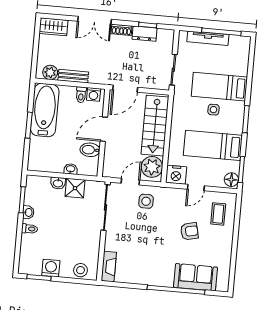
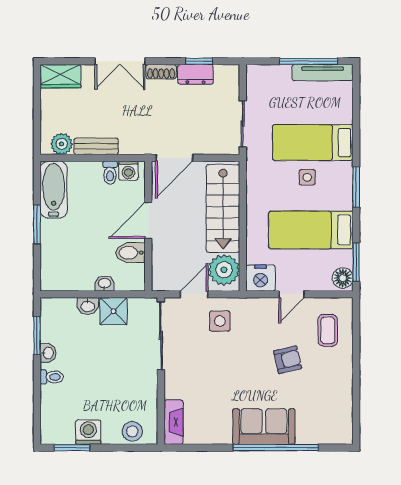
tv unit: (208, 38) -> (323, 73), moved
bathtub: (45, 110) -> (54, 190), width x0.73, depth x0.73
sofa: (196, 277) -> (264, 427), moved

